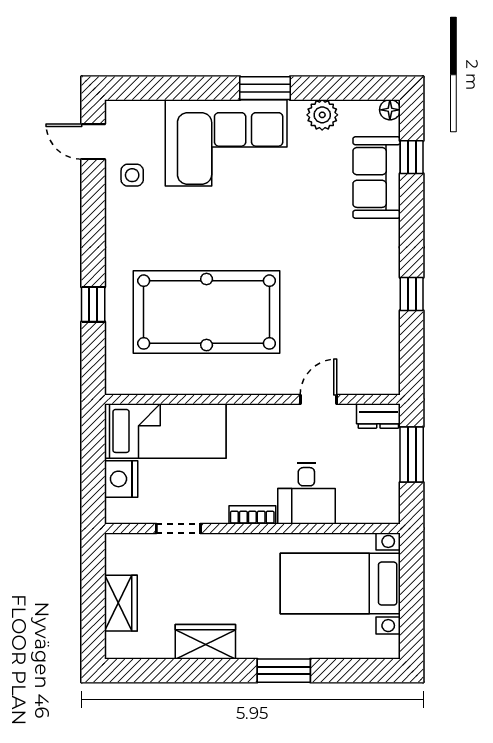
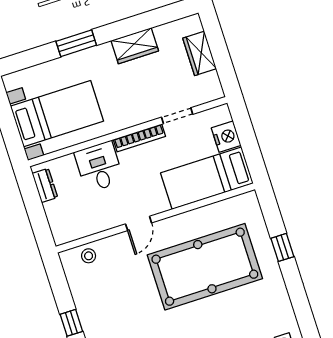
stool: (359, 377) -> (89, 256), added
door: (318, 399) -> (139, 223), moved
dresser: (378, 416) -> (45, 185), moved, turned 90
window: (412, 455) -> (37, 215), removed
bookcase: (252, 515) -> (139, 138), width x1.56

